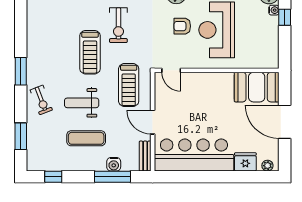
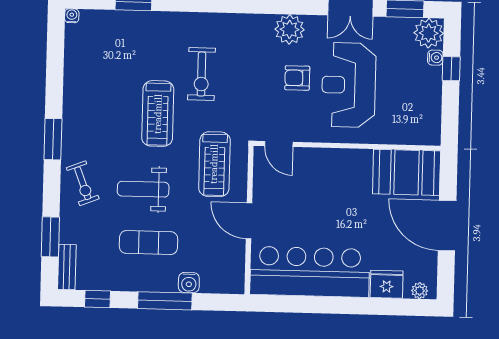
bench: (145, 156) -> (67, 267), moved
window: (113, 177) -> (165, 301), moved

